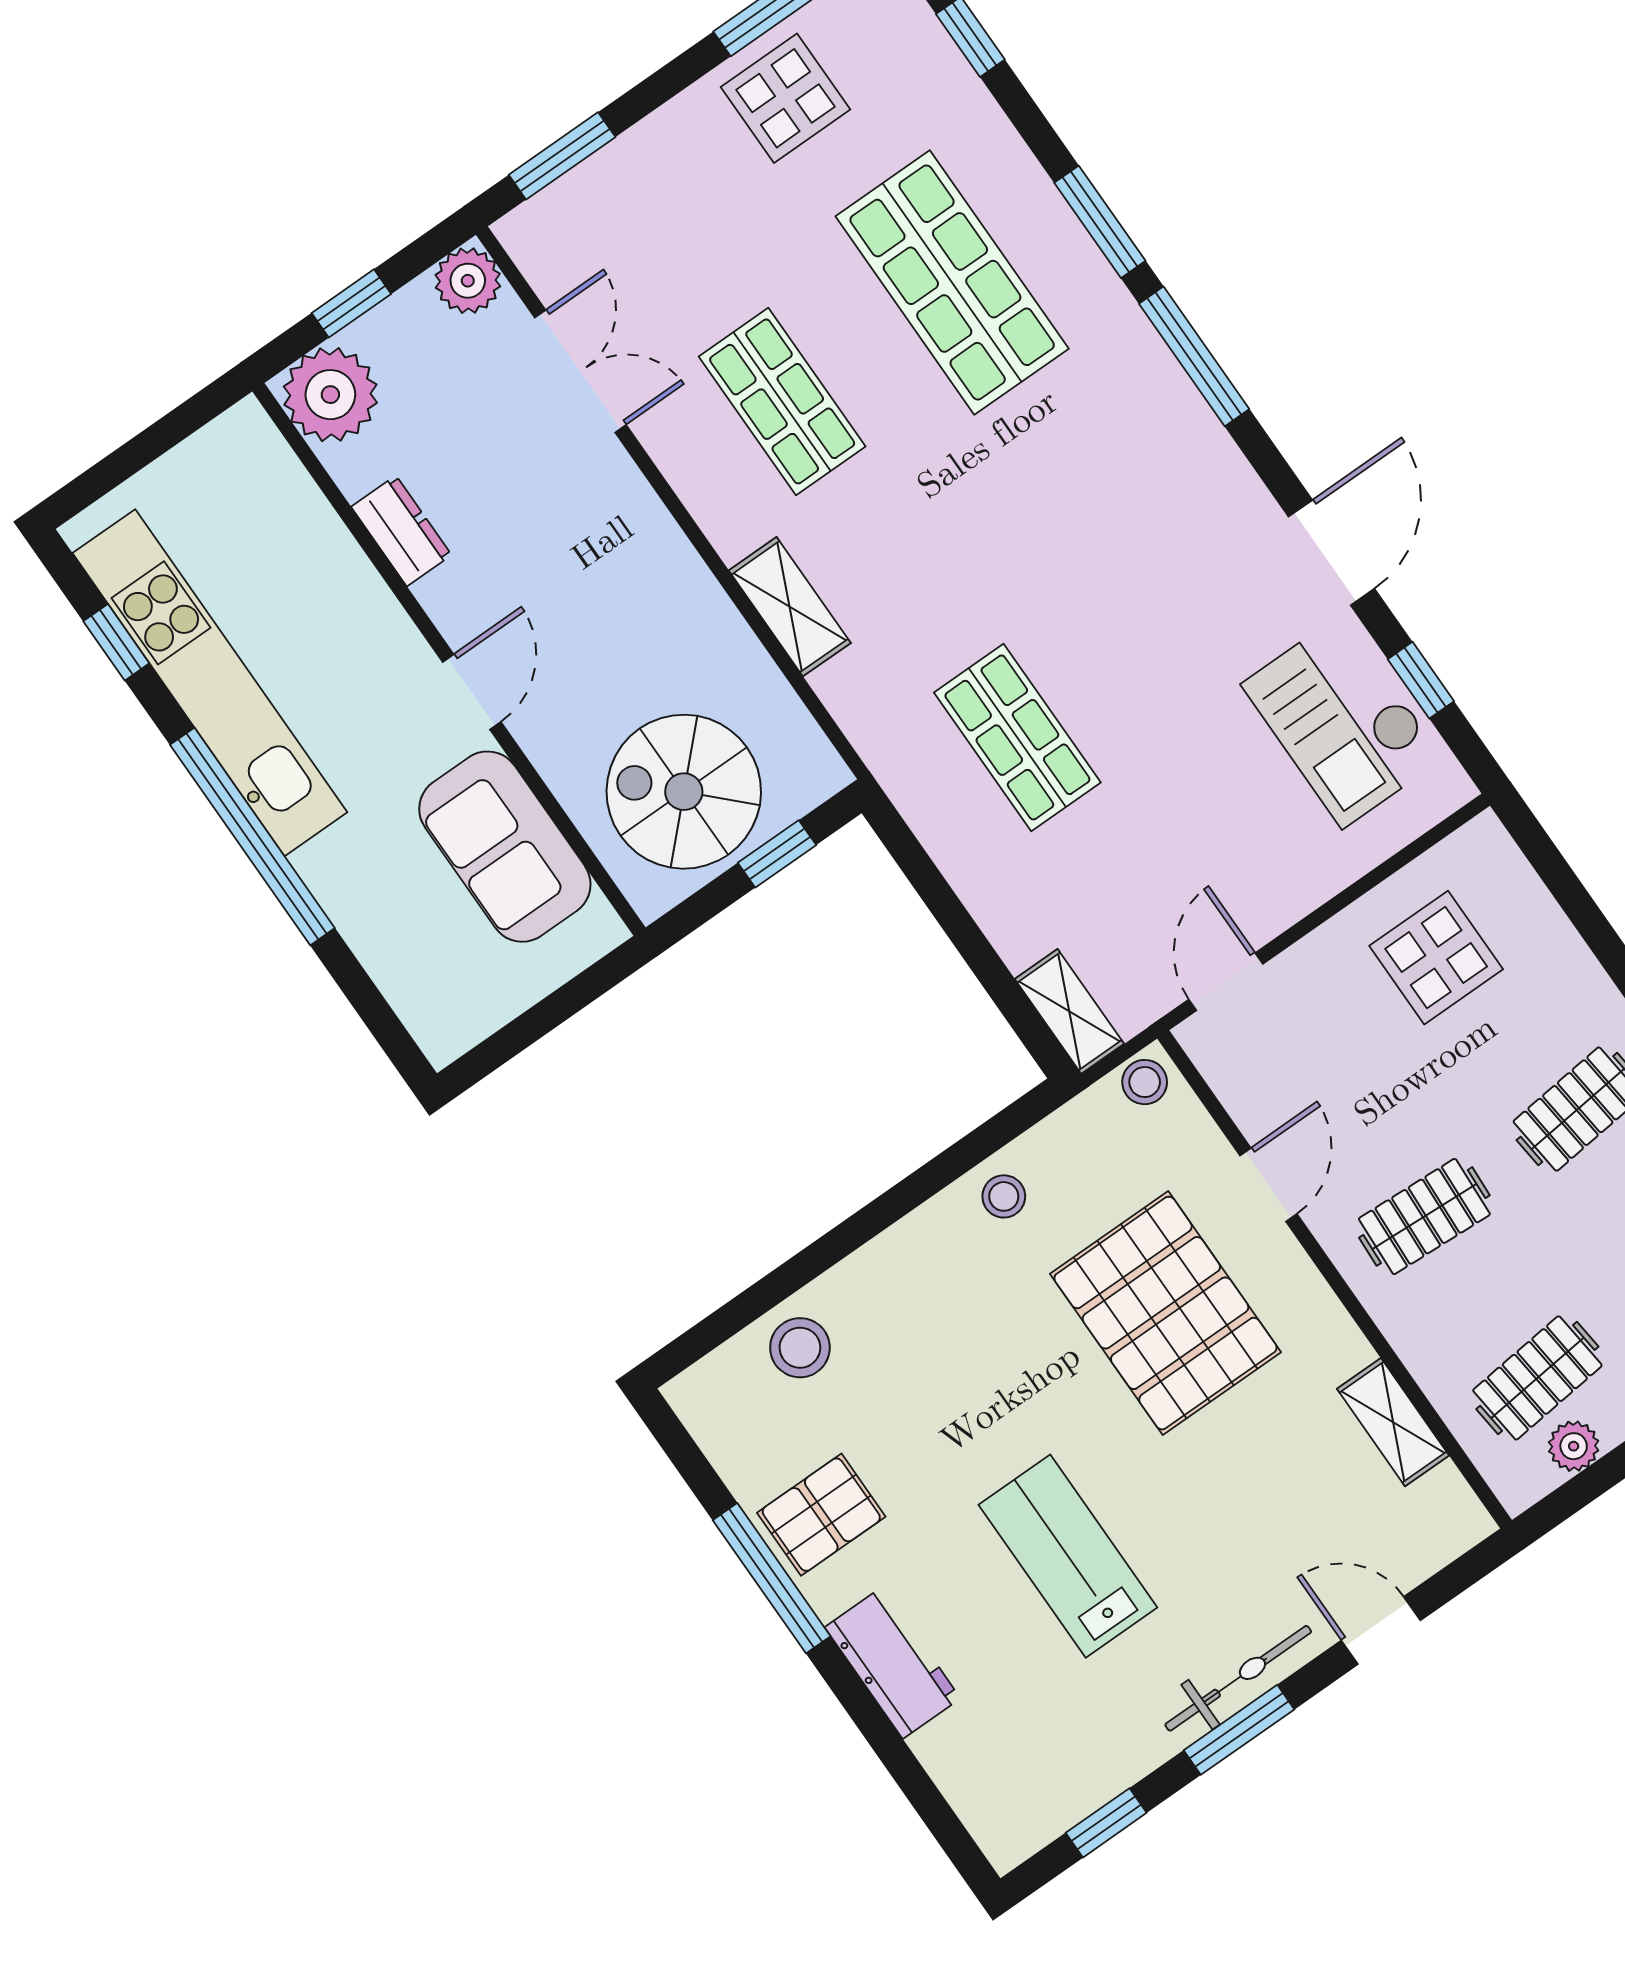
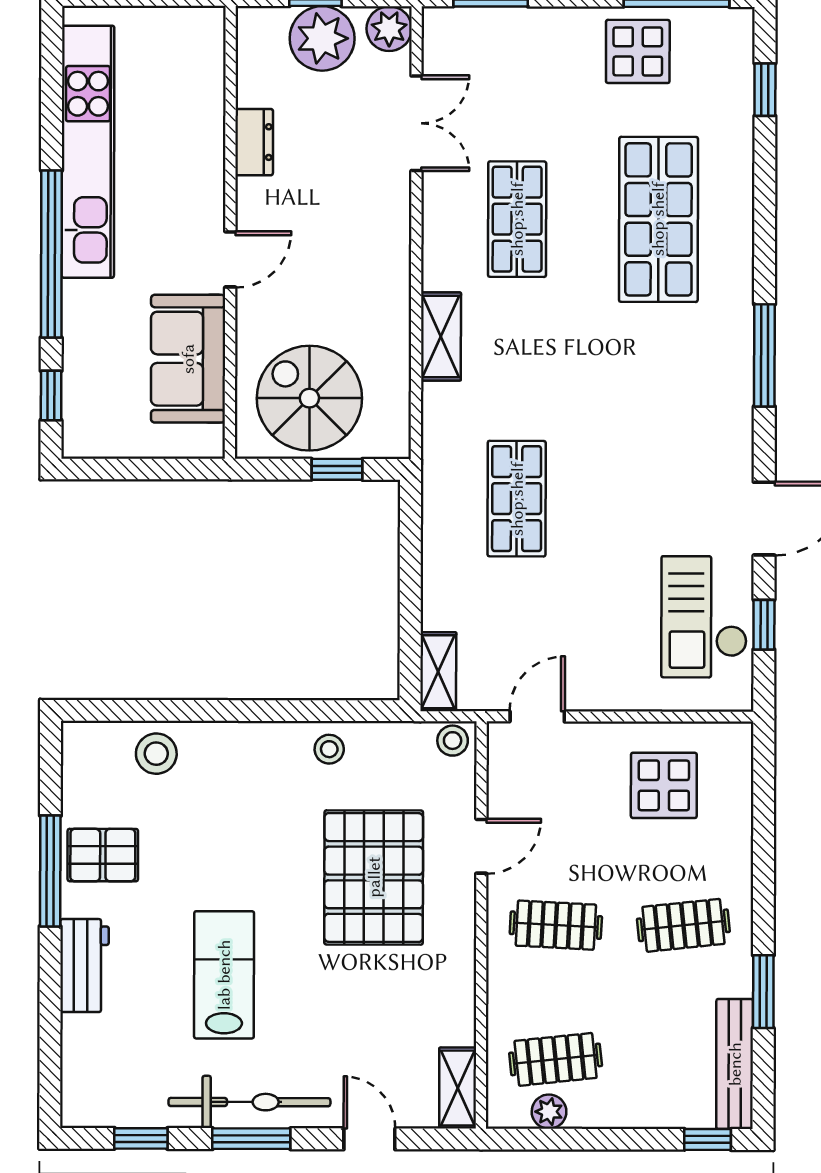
window: (1100, 222) -> (765, 244), removed
plant: (330, 395) -> (322, 38), moved
window: (116, 642) -> (51, 395), moved
shelving: (1393, 1422) -> (458, 1088), moved
bicycle: (1238, 1678) -> (249, 1102), width x1.37, depth x1.40

